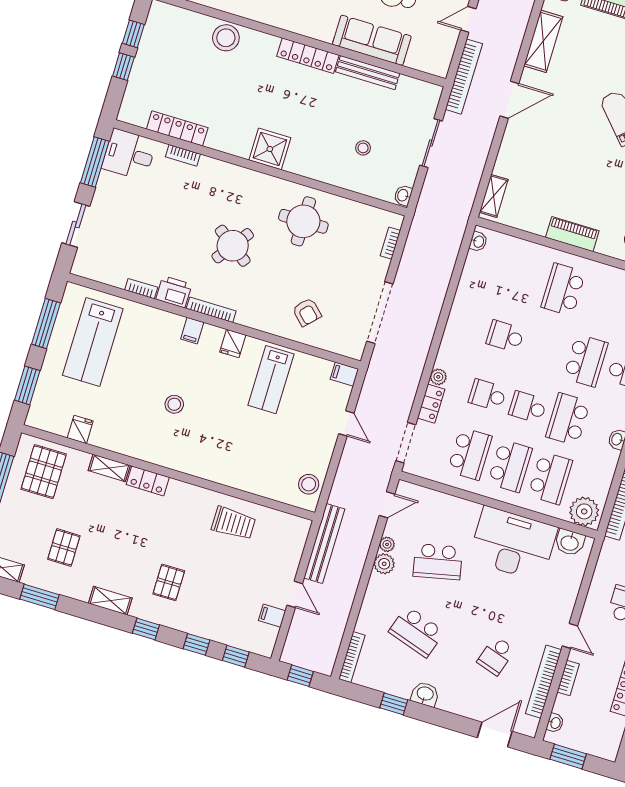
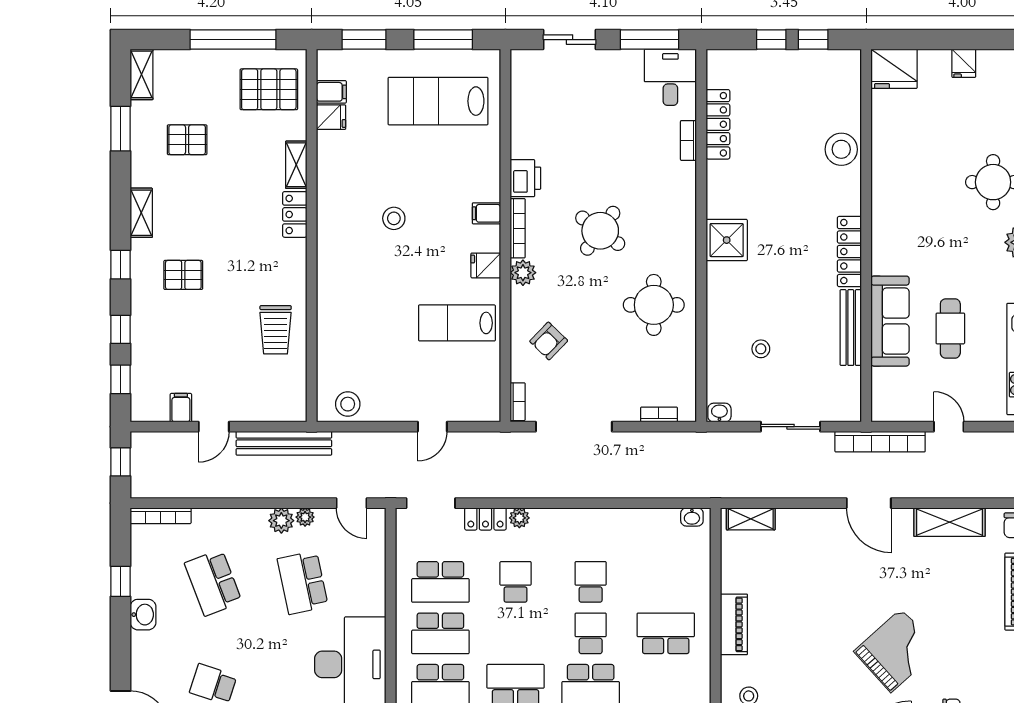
bookcase: (141, 289) -> (518, 402), moved
plant: (247, 316) -> (523, 273), added
filing cabinet: (344, 374) -> (331, 92), moved, turned 90
school desk: (528, 407) -> (591, 633), moved
school desk: (417, 632) -> (213, 583), turned -39

